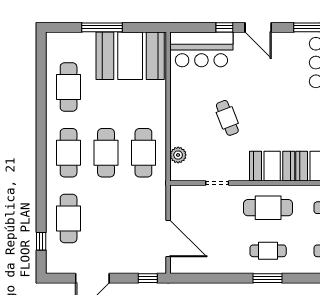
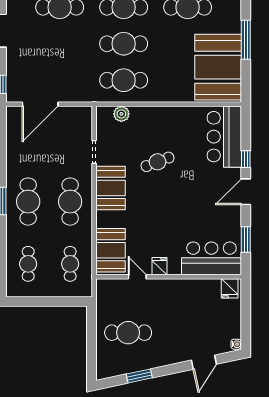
booth: (272, 166) -> (111, 188), moved
cafe table: (268, 251) -> (28, 202), width x1.37, depth x1.35

